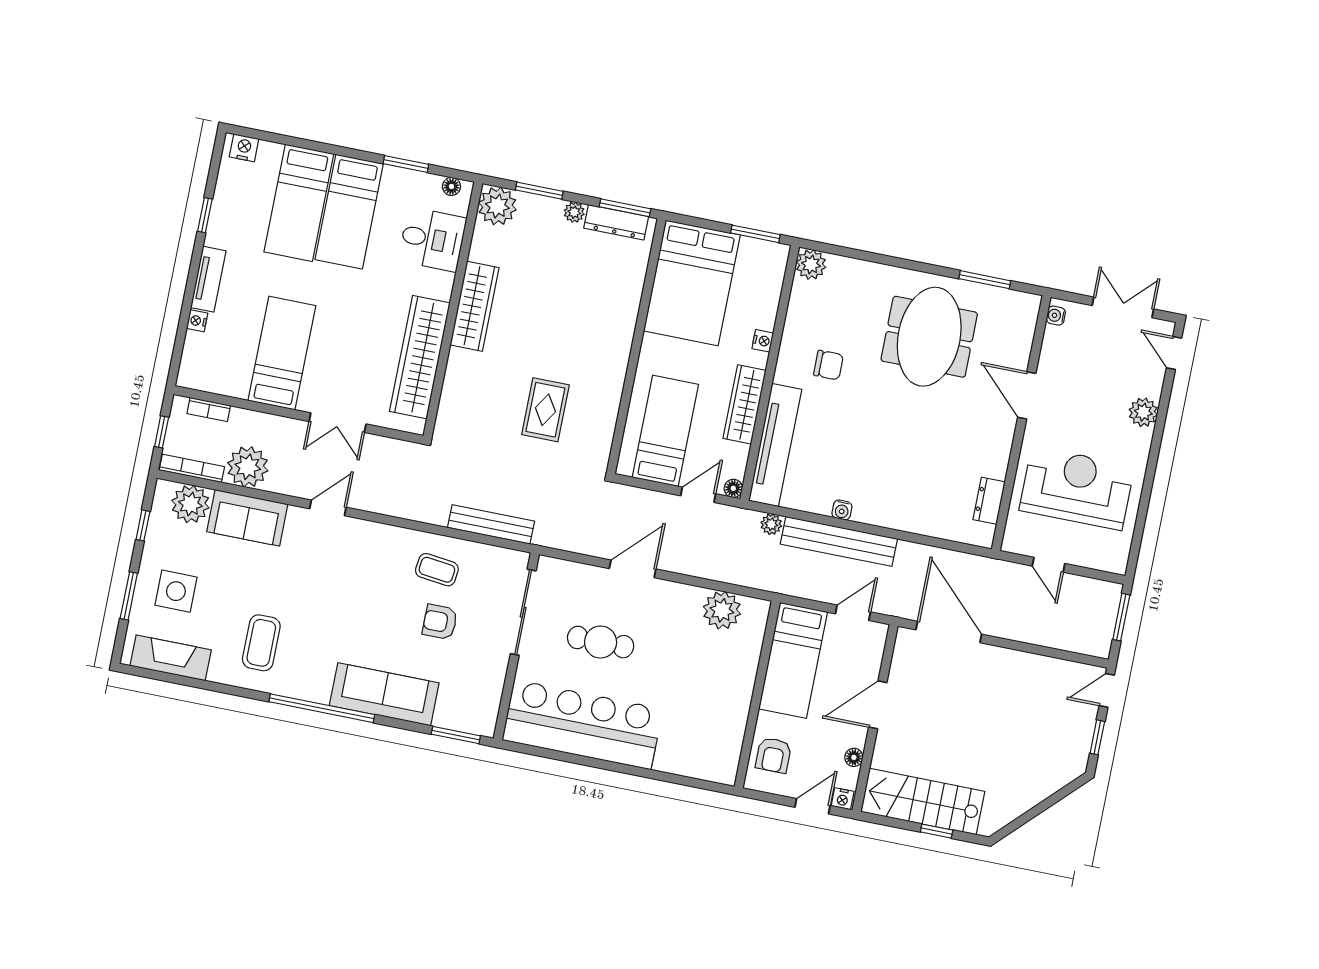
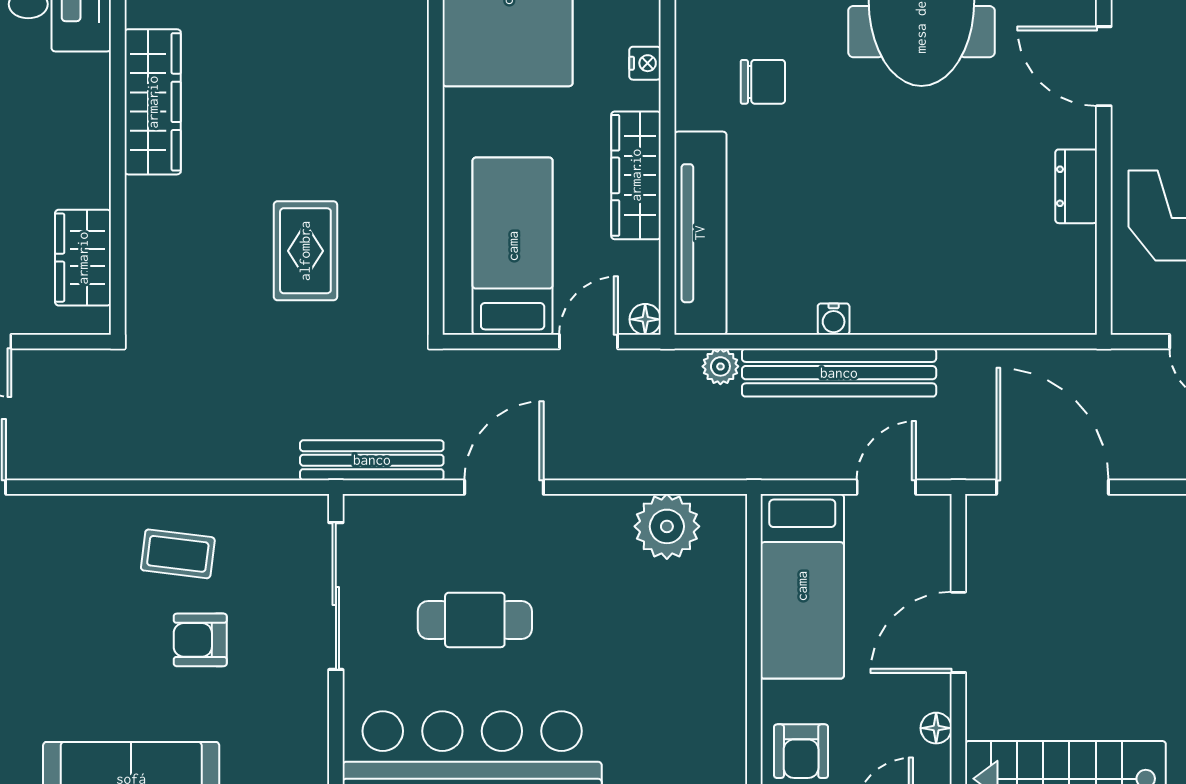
wardrobe: (420, 357) -> (83, 258), width x0.48, depth x0.85
dresser: (989, 501) -> (1076, 186), moved
bench: (491, 524) -> (372, 460), moved

